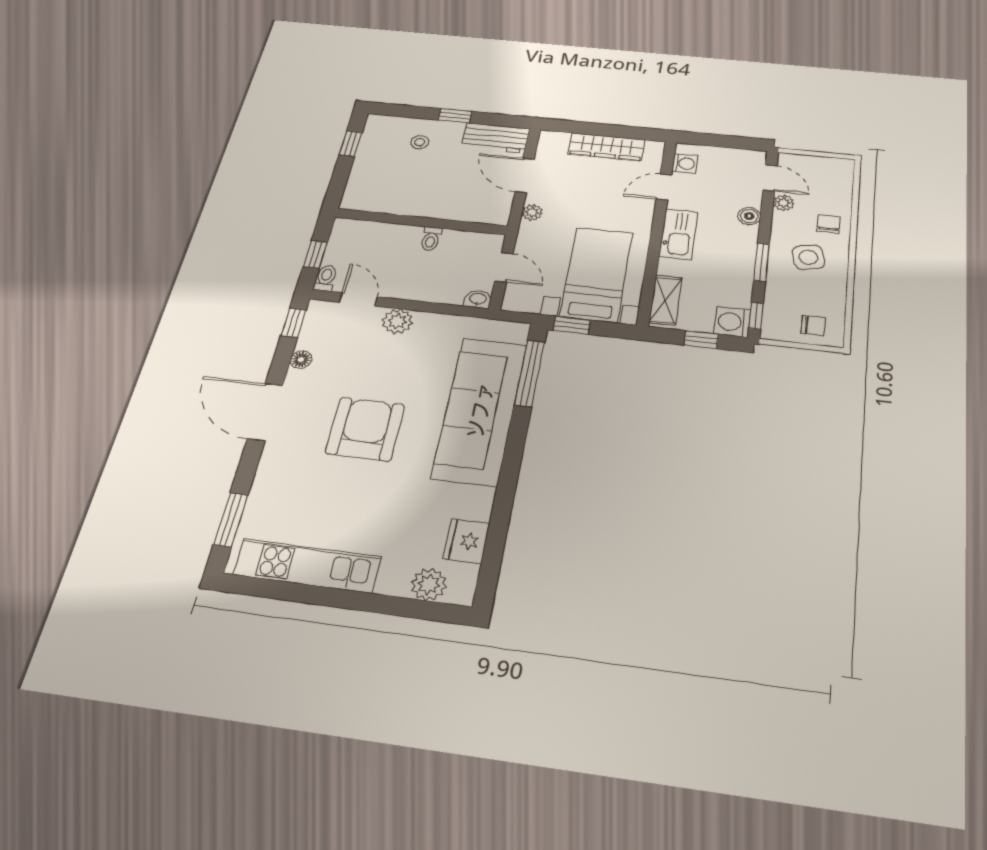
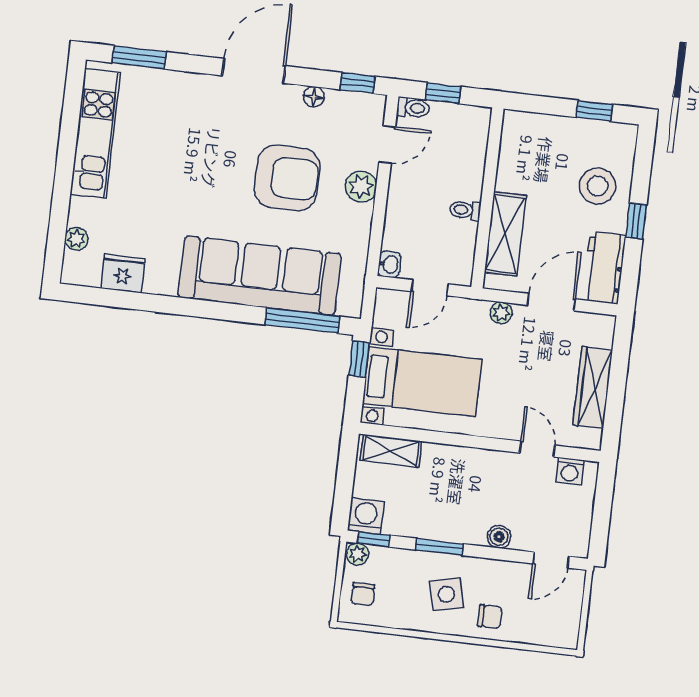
stool: (420, 142) -> (597, 186), width x1.89, depth x1.89
plant: (784, 203) -> (358, 554), moved
shelving: (457, 209) -> (505, 234), added
kitchen sink: (678, 234) -> (474, 464), removed
window: (701, 340) -> (344, 485), removed
armchair: (365, 429) -> (287, 178), moved
plant: (429, 584) -> (76, 239), width x0.73, depth x0.73

